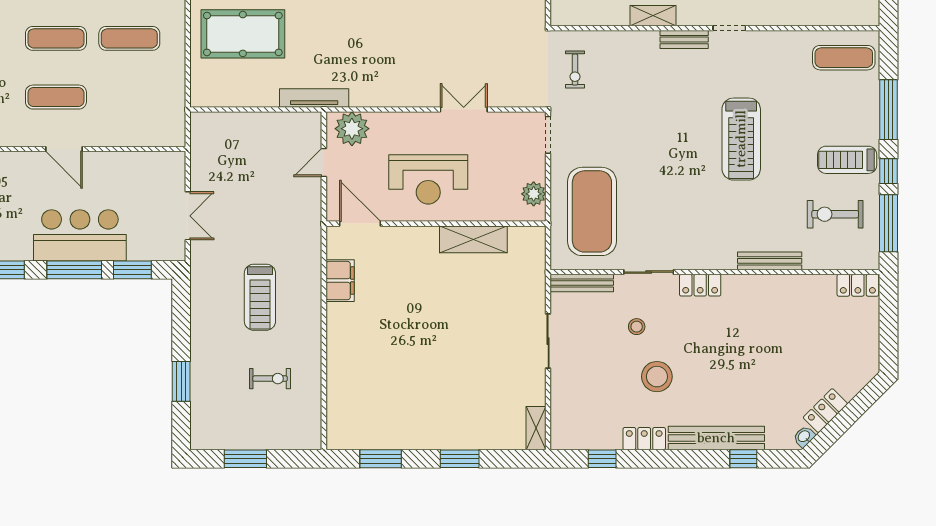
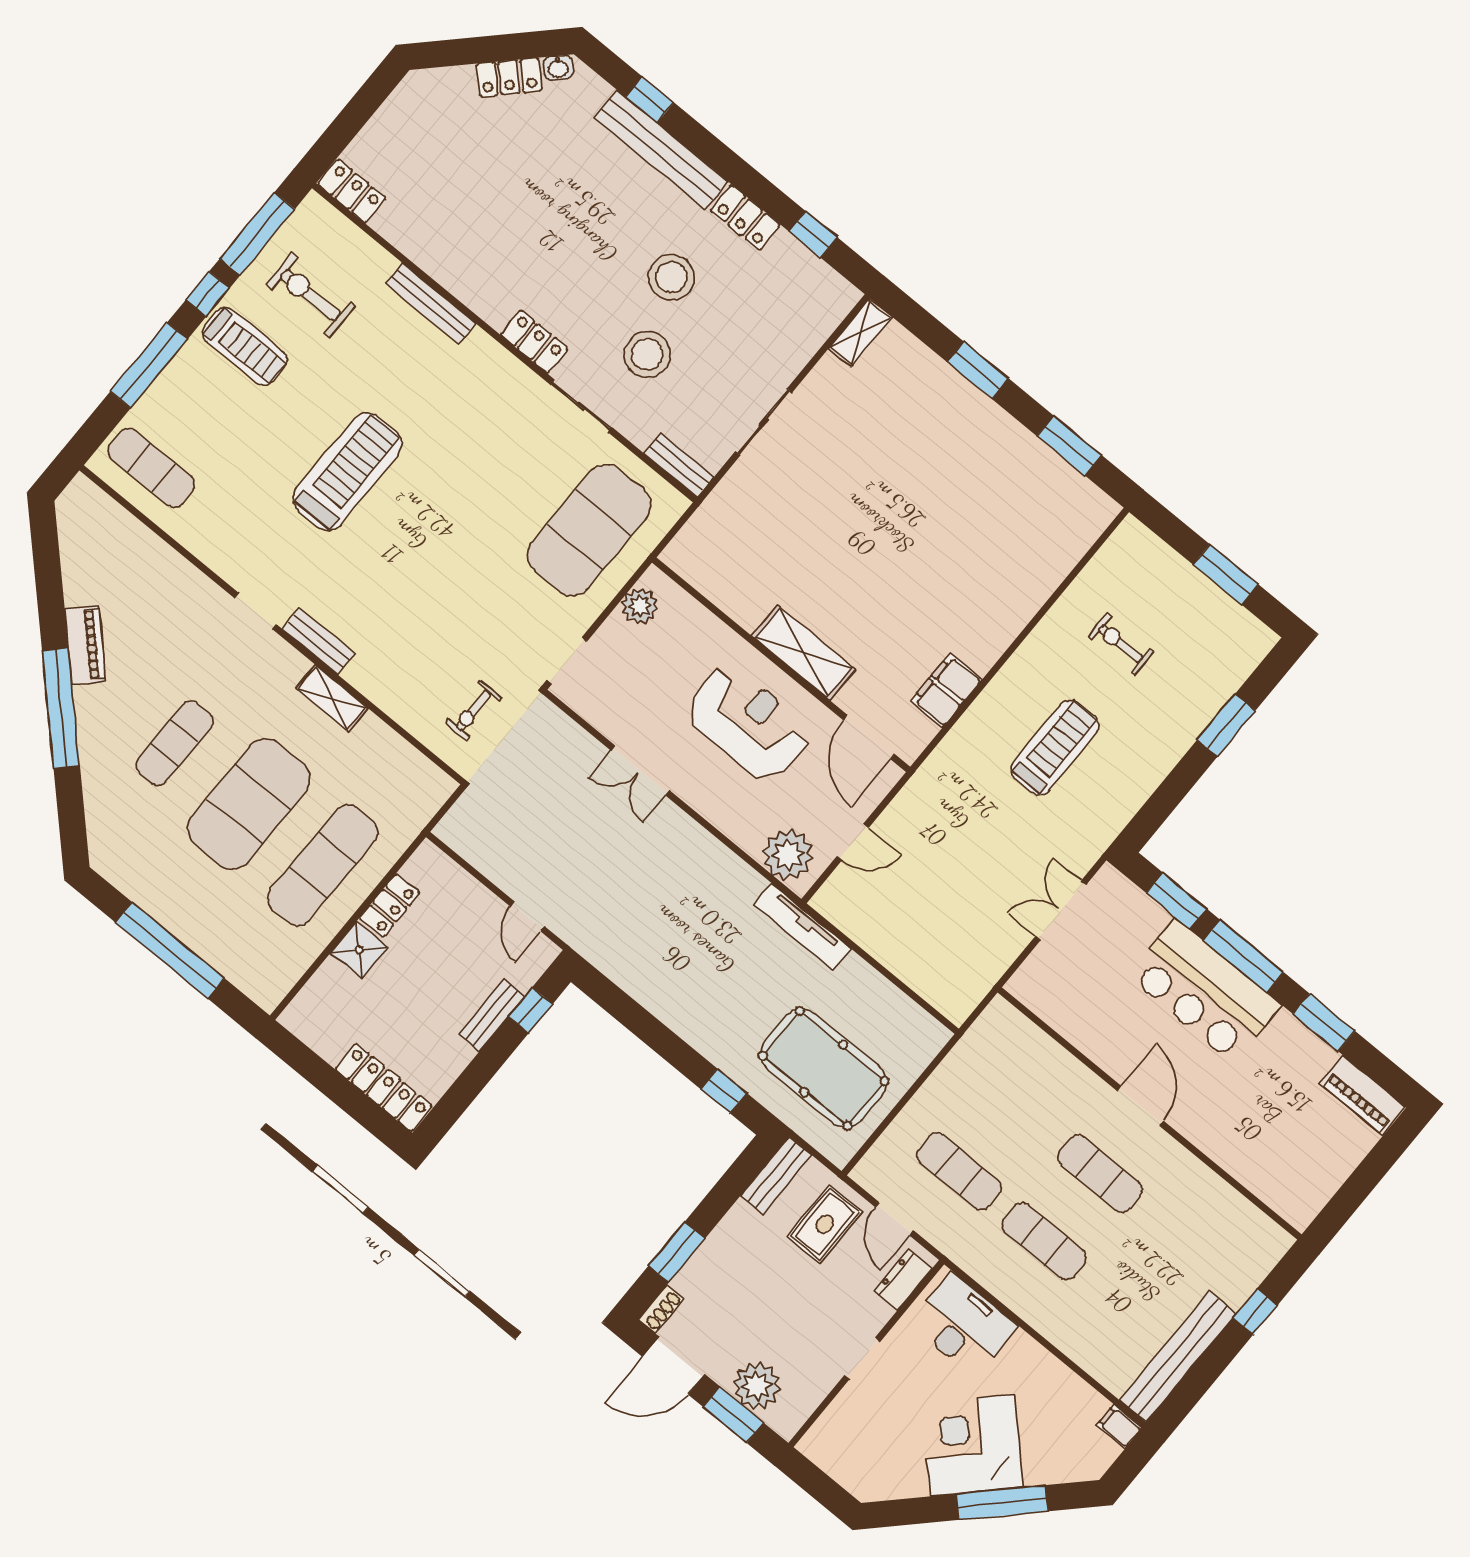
exercise bike: (575, 70) -> (473, 710), turned 180
exercise bike: (835, 214) -> (310, 295), turned 180
shelving: (473, 239) -> (804, 653), moved
bench: (582, 283) -> (679, 465), width x0.73
stool: (637, 327) -> (647, 354), width x1.89, depth x1.89

